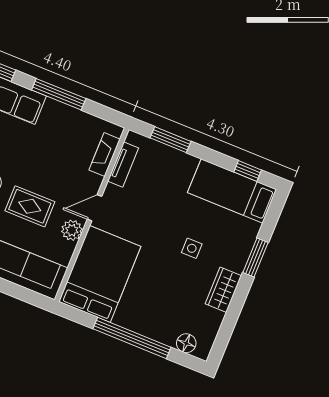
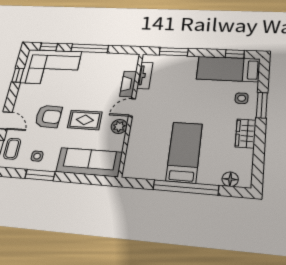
fireplace: (105, 155) -> (128, 84), moved
side table: (192, 248) -> (242, 98), moved
bed: (100, 274) -> (184, 152), moved, width x0.67

